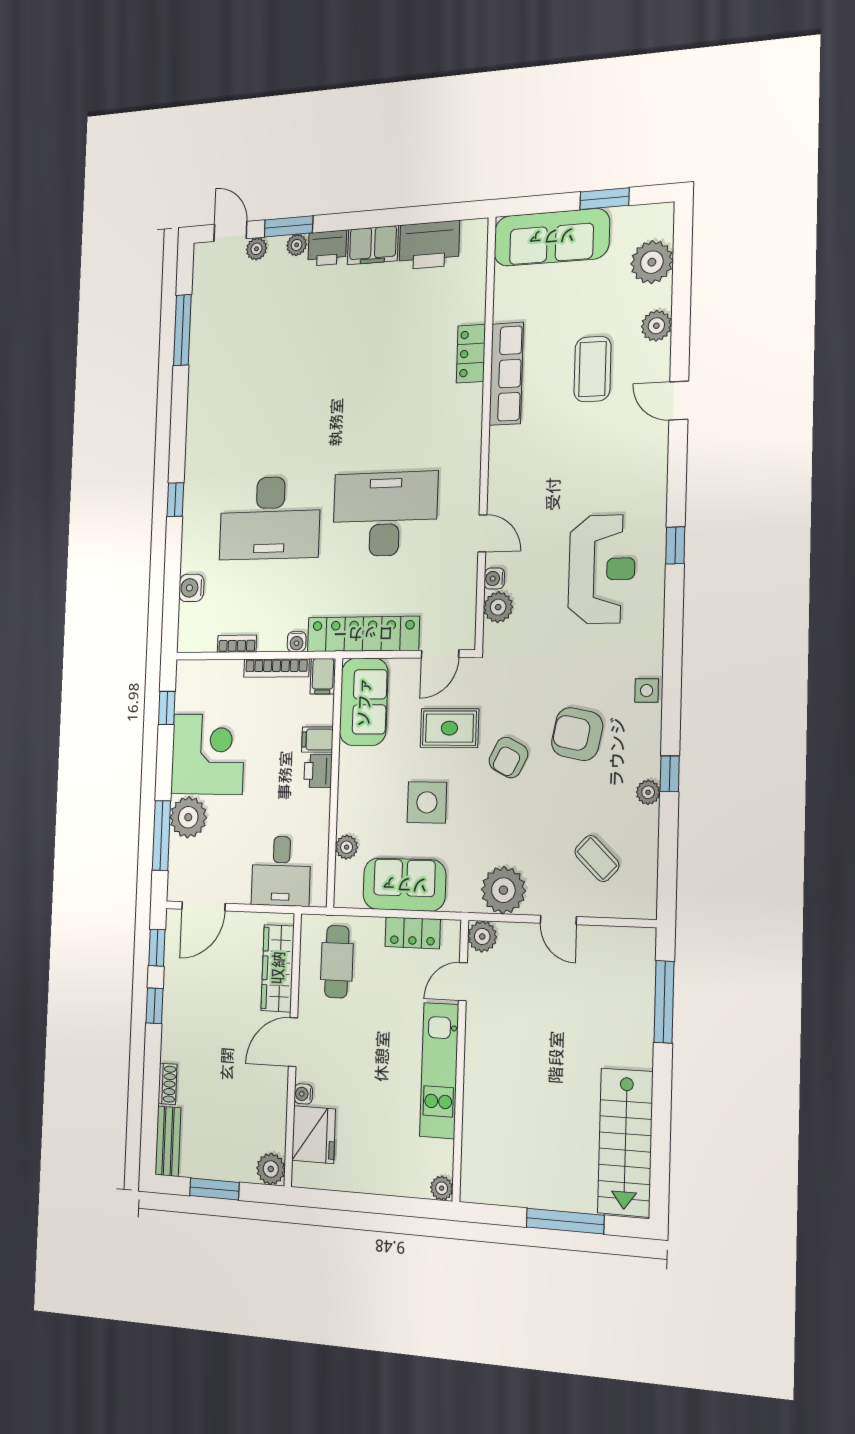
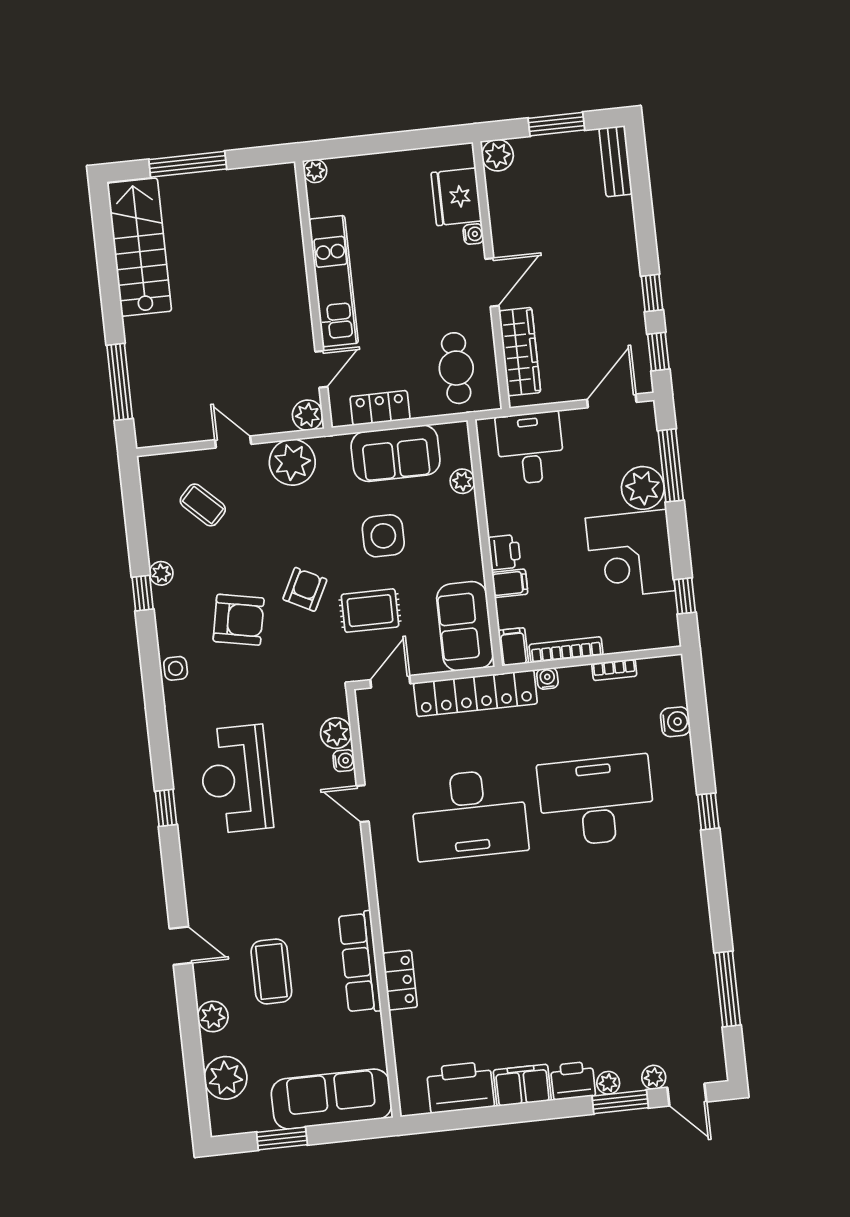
shoe rack: (167, 1084) -> (625, 218), removed

